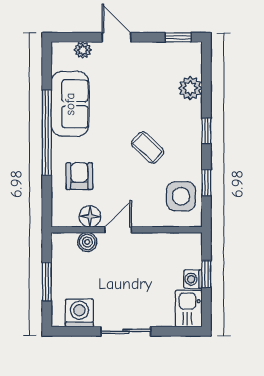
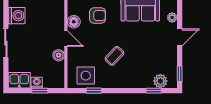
plant: (190, 88) -> (160, 81), moved
window: (206, 131) -> (154, 91), moved
boiler: (87, 242) -> (59, 55), moved

